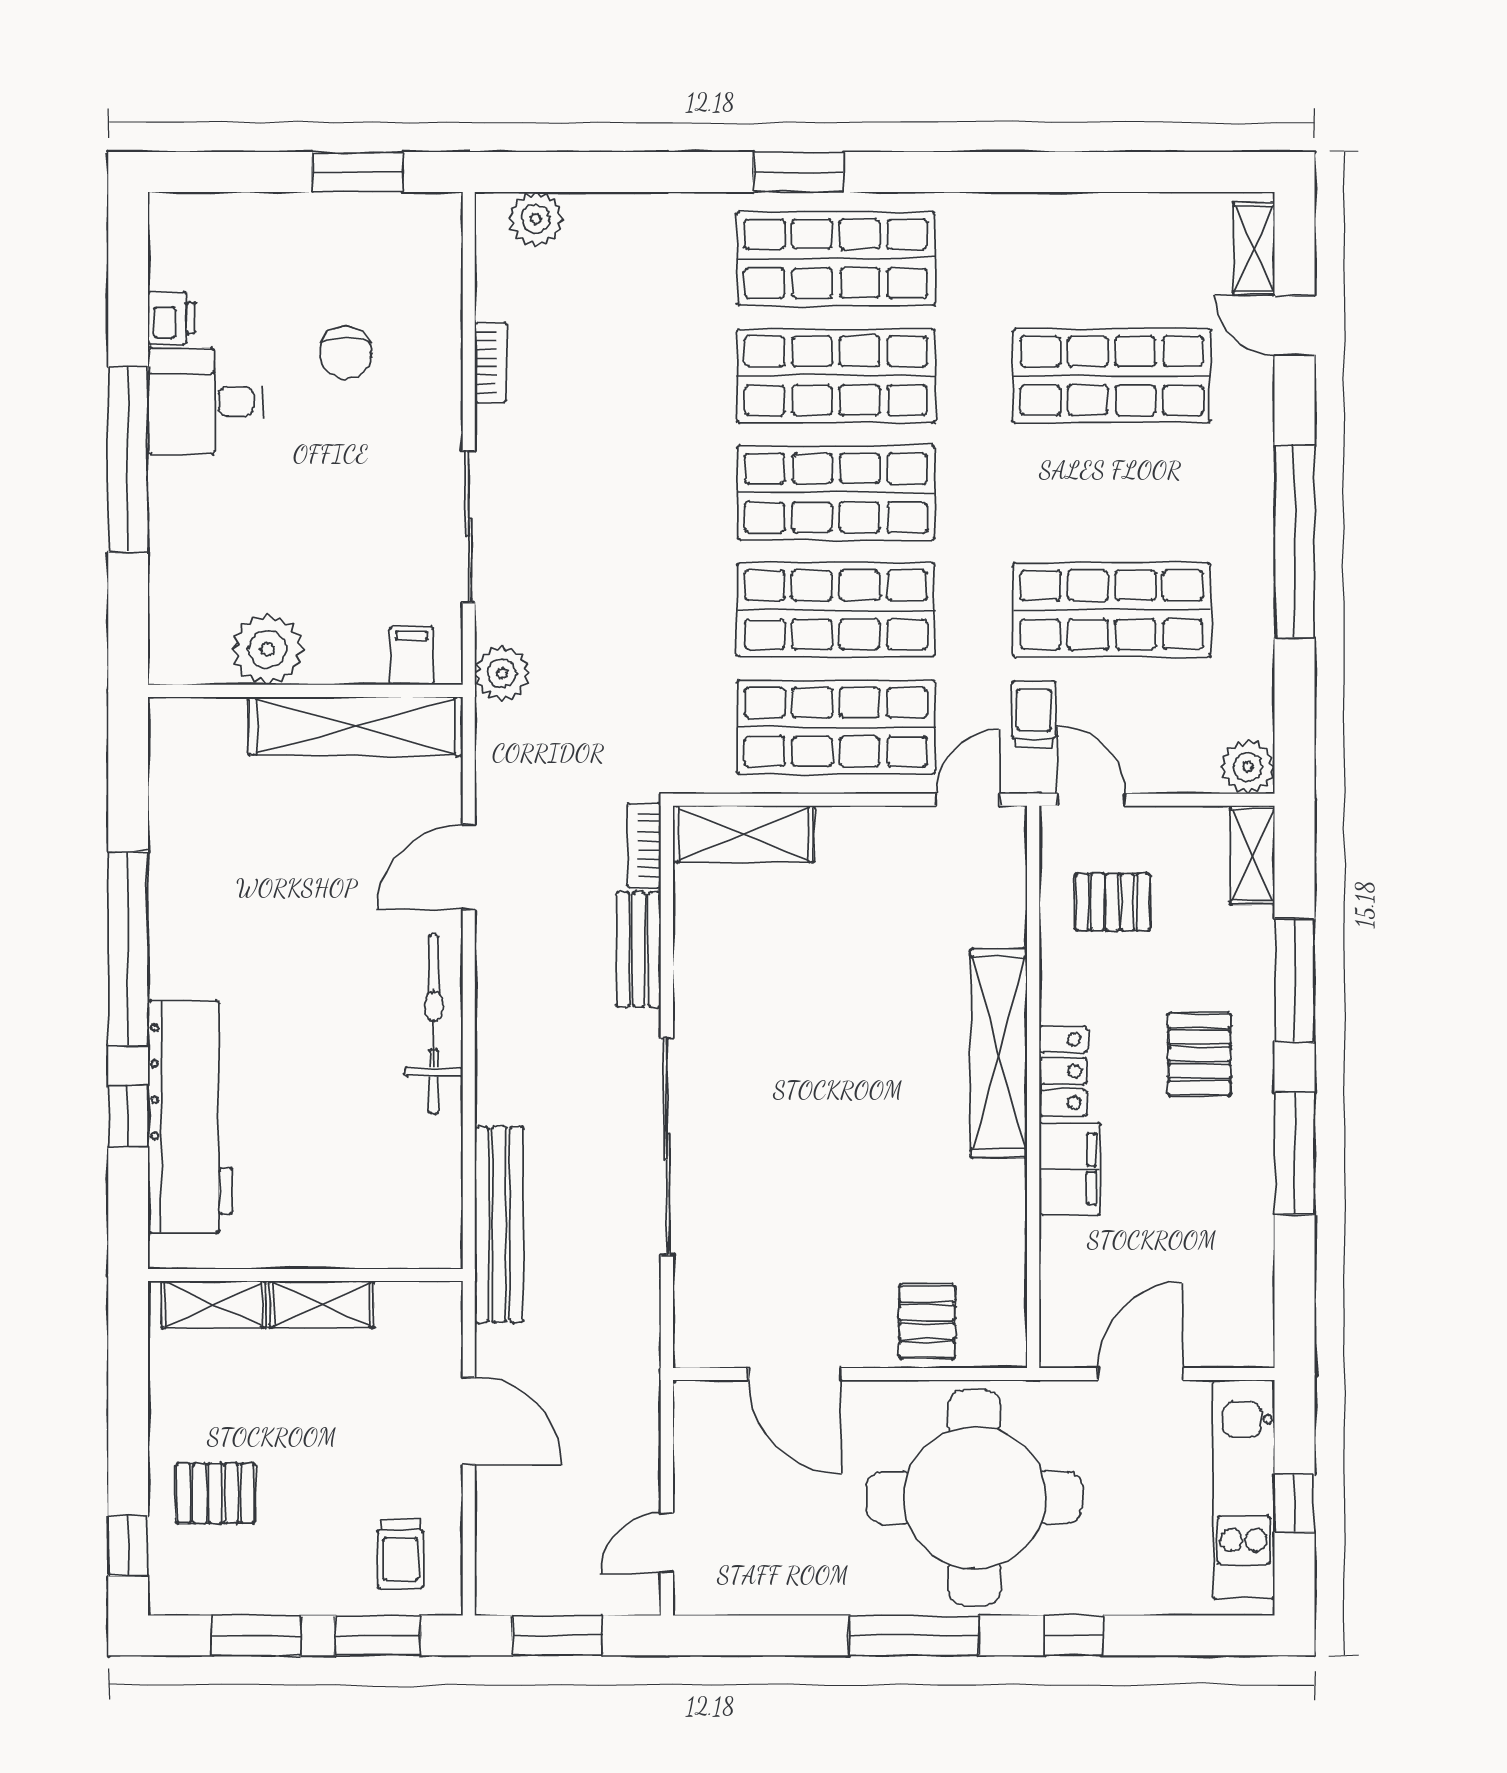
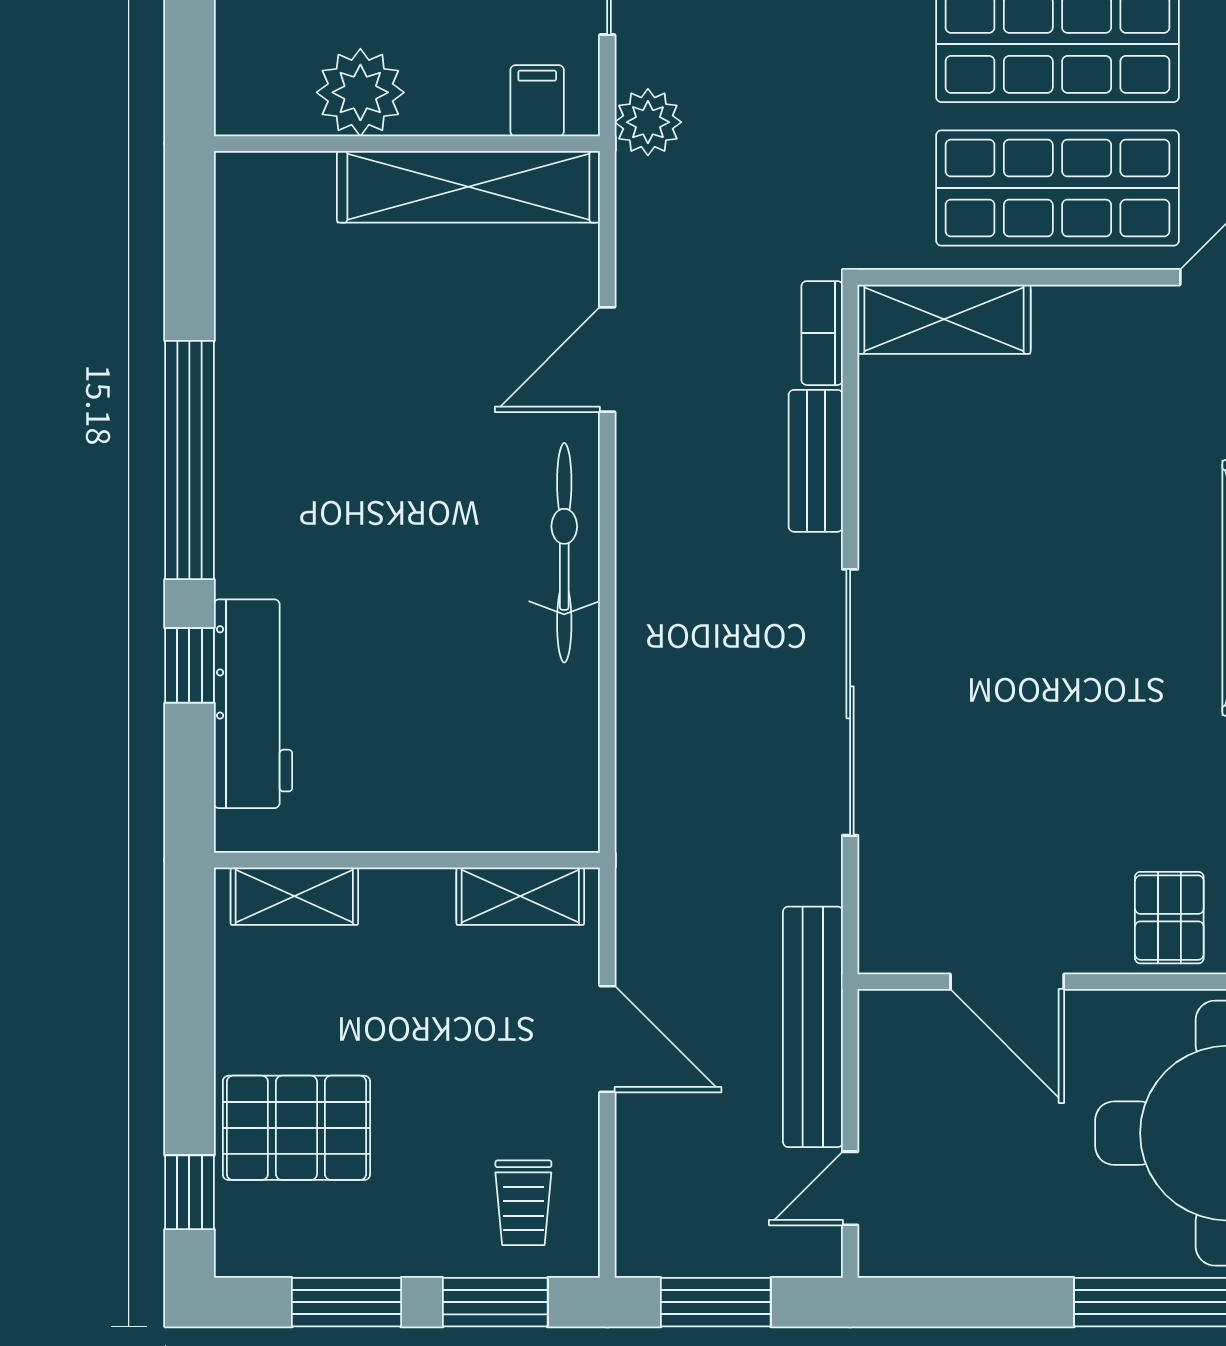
workbench: (190, 1117) -> (253, 704), width x0.73, depth x0.76
bench: (499, 1225) -> (813, 1027), moved
shelving: (322, 1304) -> (520, 896), moved
pallet: (215, 1493) -> (296, 1128), width x1.50, depth x1.42

